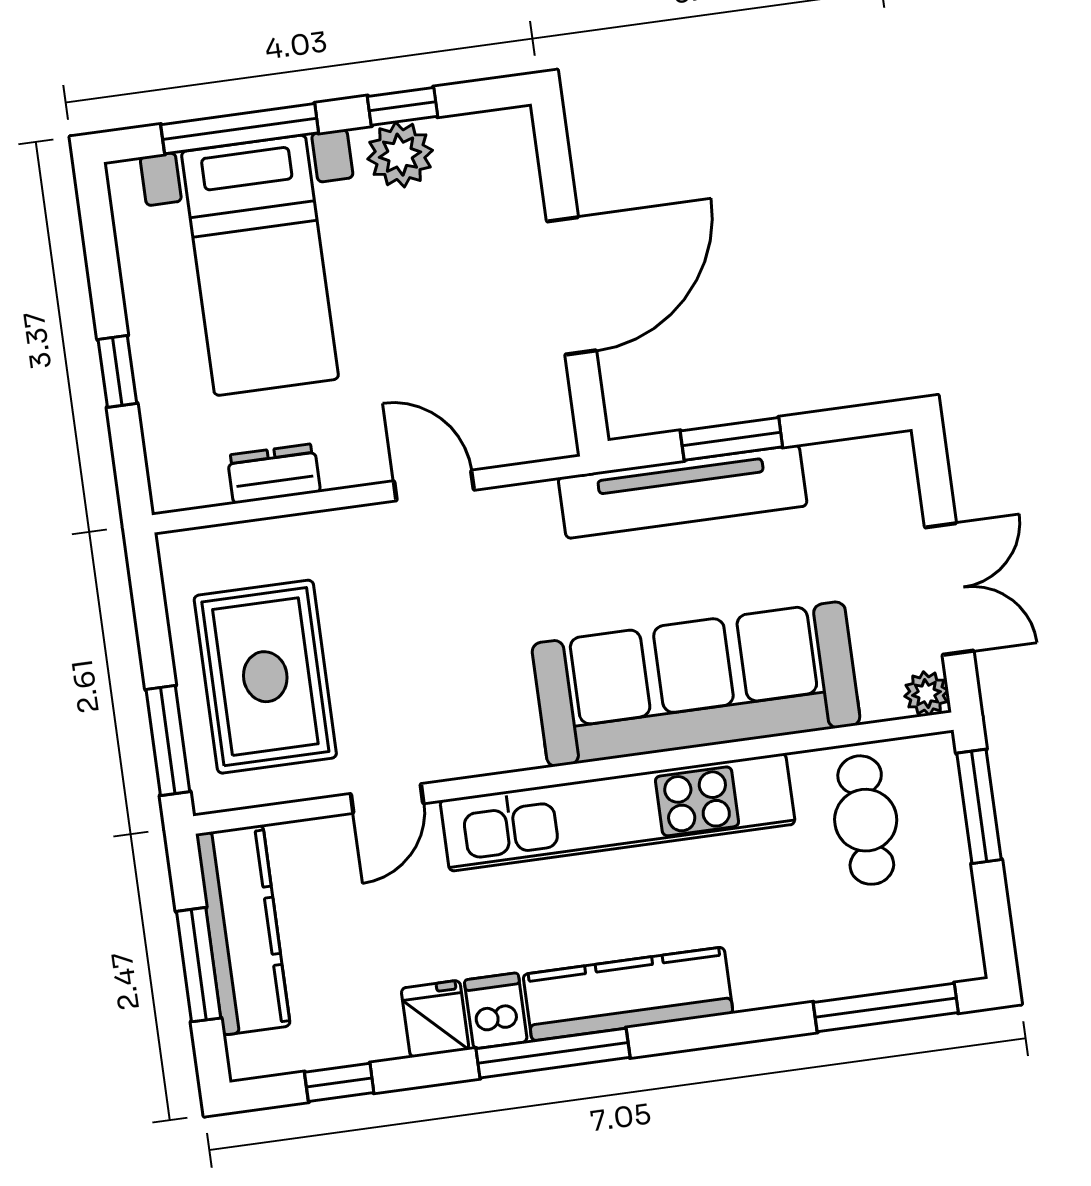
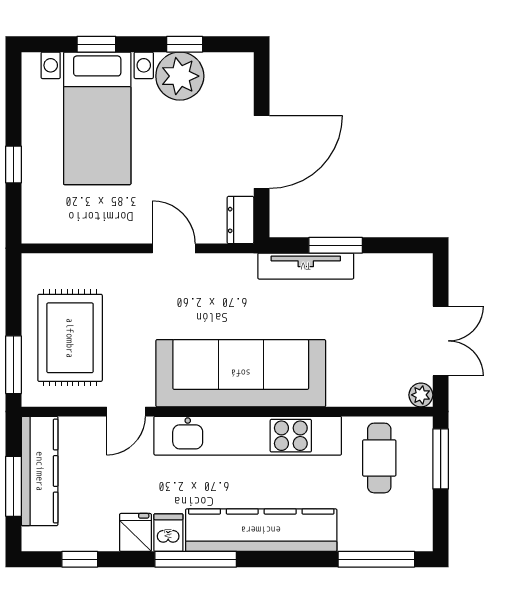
window: (240, 129) -> (96, 44), width x0.46
plant: (400, 155) -> (180, 76), width x1.36, depth x1.36
dresser: (274, 474) -> (240, 220), moved, turned -90
tv unit: (683, 492) -> (306, 266), width x0.73, depth x0.78
sofa: (696, 684) -> (241, 373), moved
kitchen counter: (628, 994) -> (261, 530), width x1.39, depth x1.17

